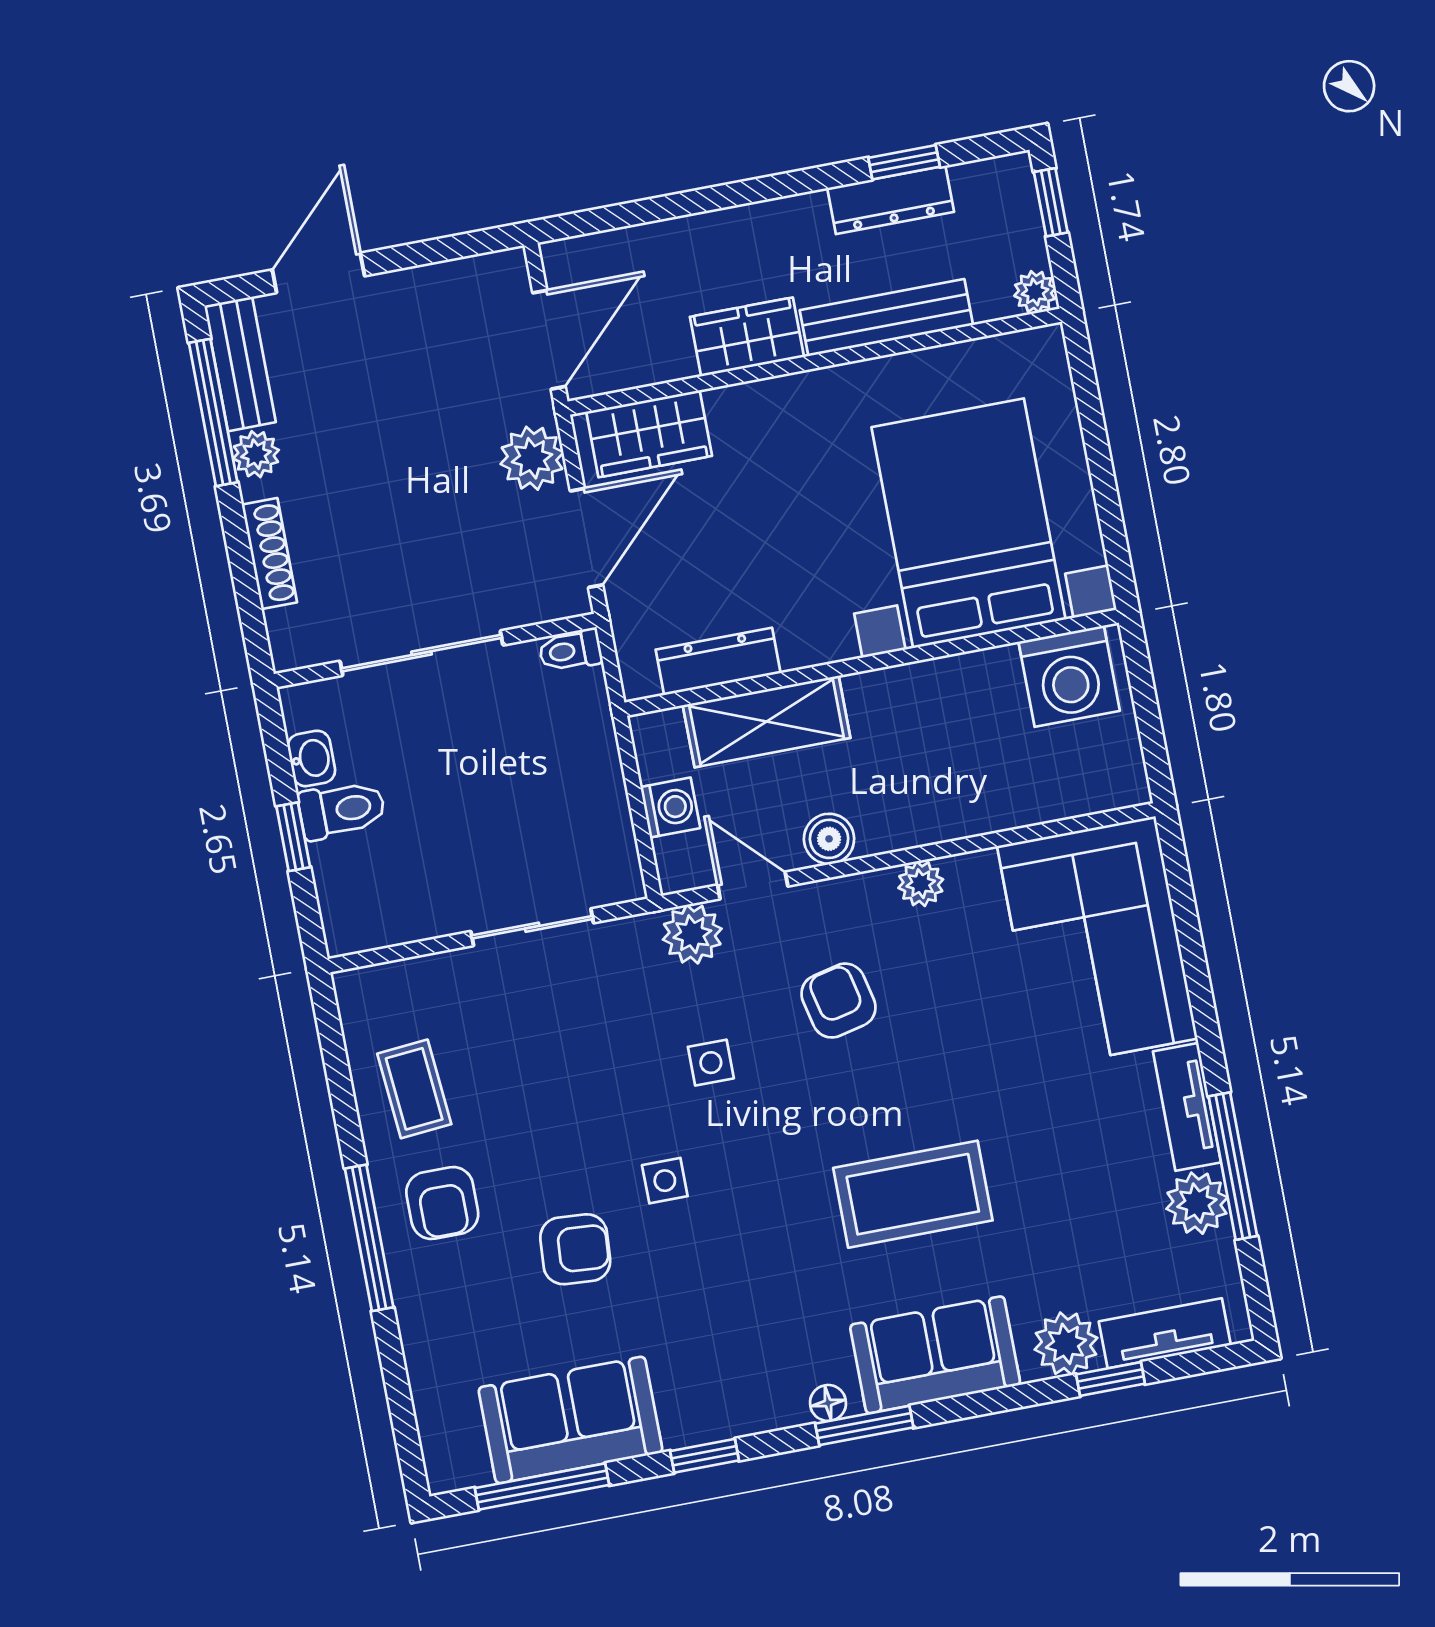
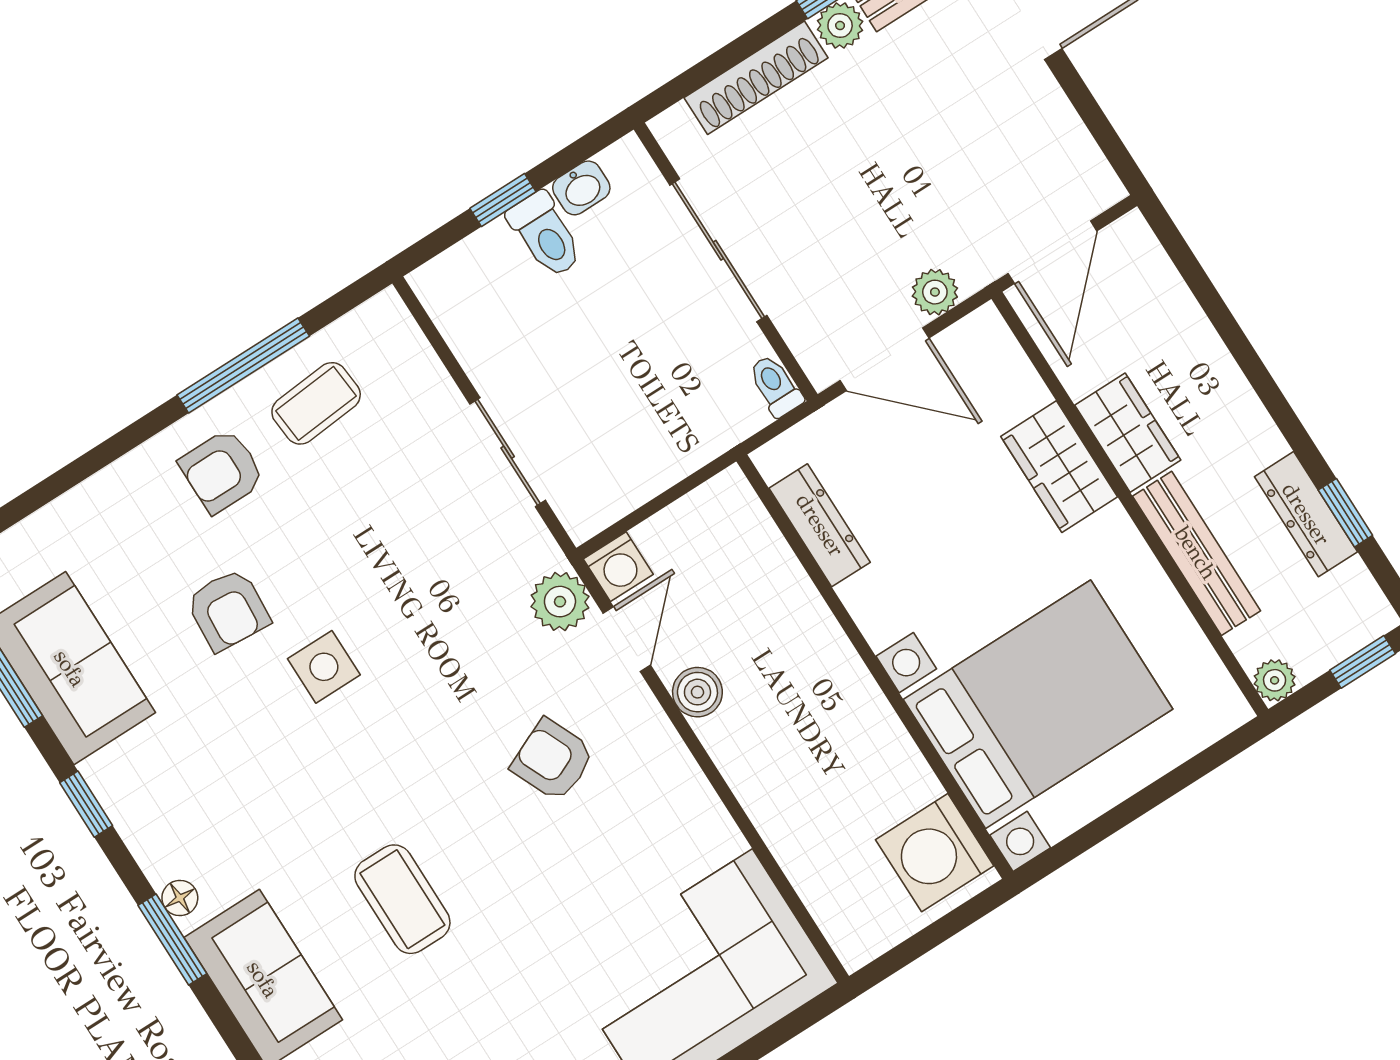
door: (549, 340) -> (1052, 252), hinge flipped
wardrobe: (649, 434) -> (1059, 467), moved
plant: (532, 458) -> (935, 292), width x0.73, depth x0.73
shoe rack: (269, 554) -> (756, 78), width x1.36, depth x1.24
shelving: (767, 721) -> (782, 592), removed
washing machine: (670, 808) -> (618, 567), moved
plant: (921, 884) -> (690, 793), removed
armchair: (839, 1001) -> (553, 760), turned -101
side table: (711, 1063) -> (449, 666), removed
side table: (665, 1181) -> (324, 667), width x1.37, depth x1.37
coffee table: (913, 1194) -> (402, 899), width x0.73, depth x0.76
window: (369, 1238) -> (243, 366), moved

